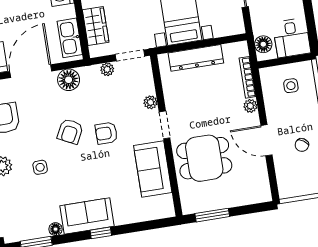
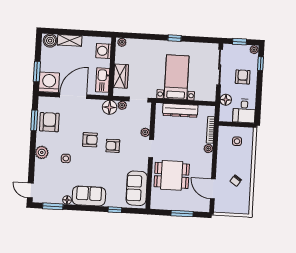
floor lamp: (263, 44) -> (226, 100), moved
floor lamp: (69, 80) -> (110, 107), moved
armchair: (70, 131) -> (90, 140), turned -117
door: (266, 140) -> (213, 189), moved
sofa: (153, 169) -> (137, 188), moved
window: (212, 215) -> (182, 214), moved
window: (101, 233) -> (115, 210), moved

